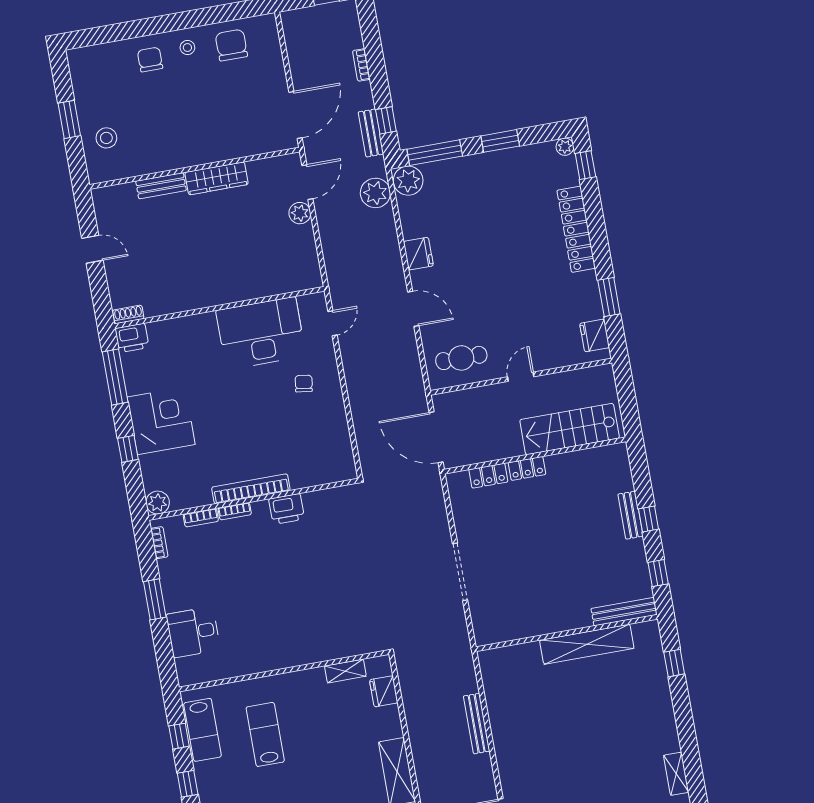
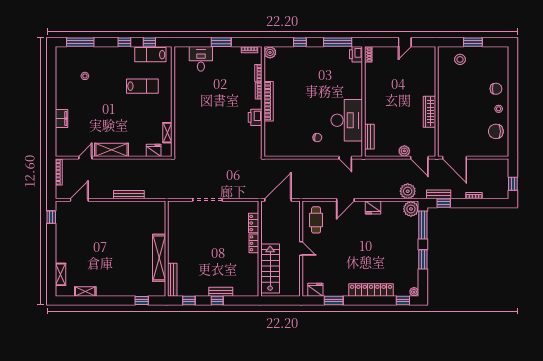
chair: (231, 45) -> (496, 131), turned 180
bench: (161, 186) -> (369, 137), moved
corner desk: (161, 421) -> (311, 62), removed

